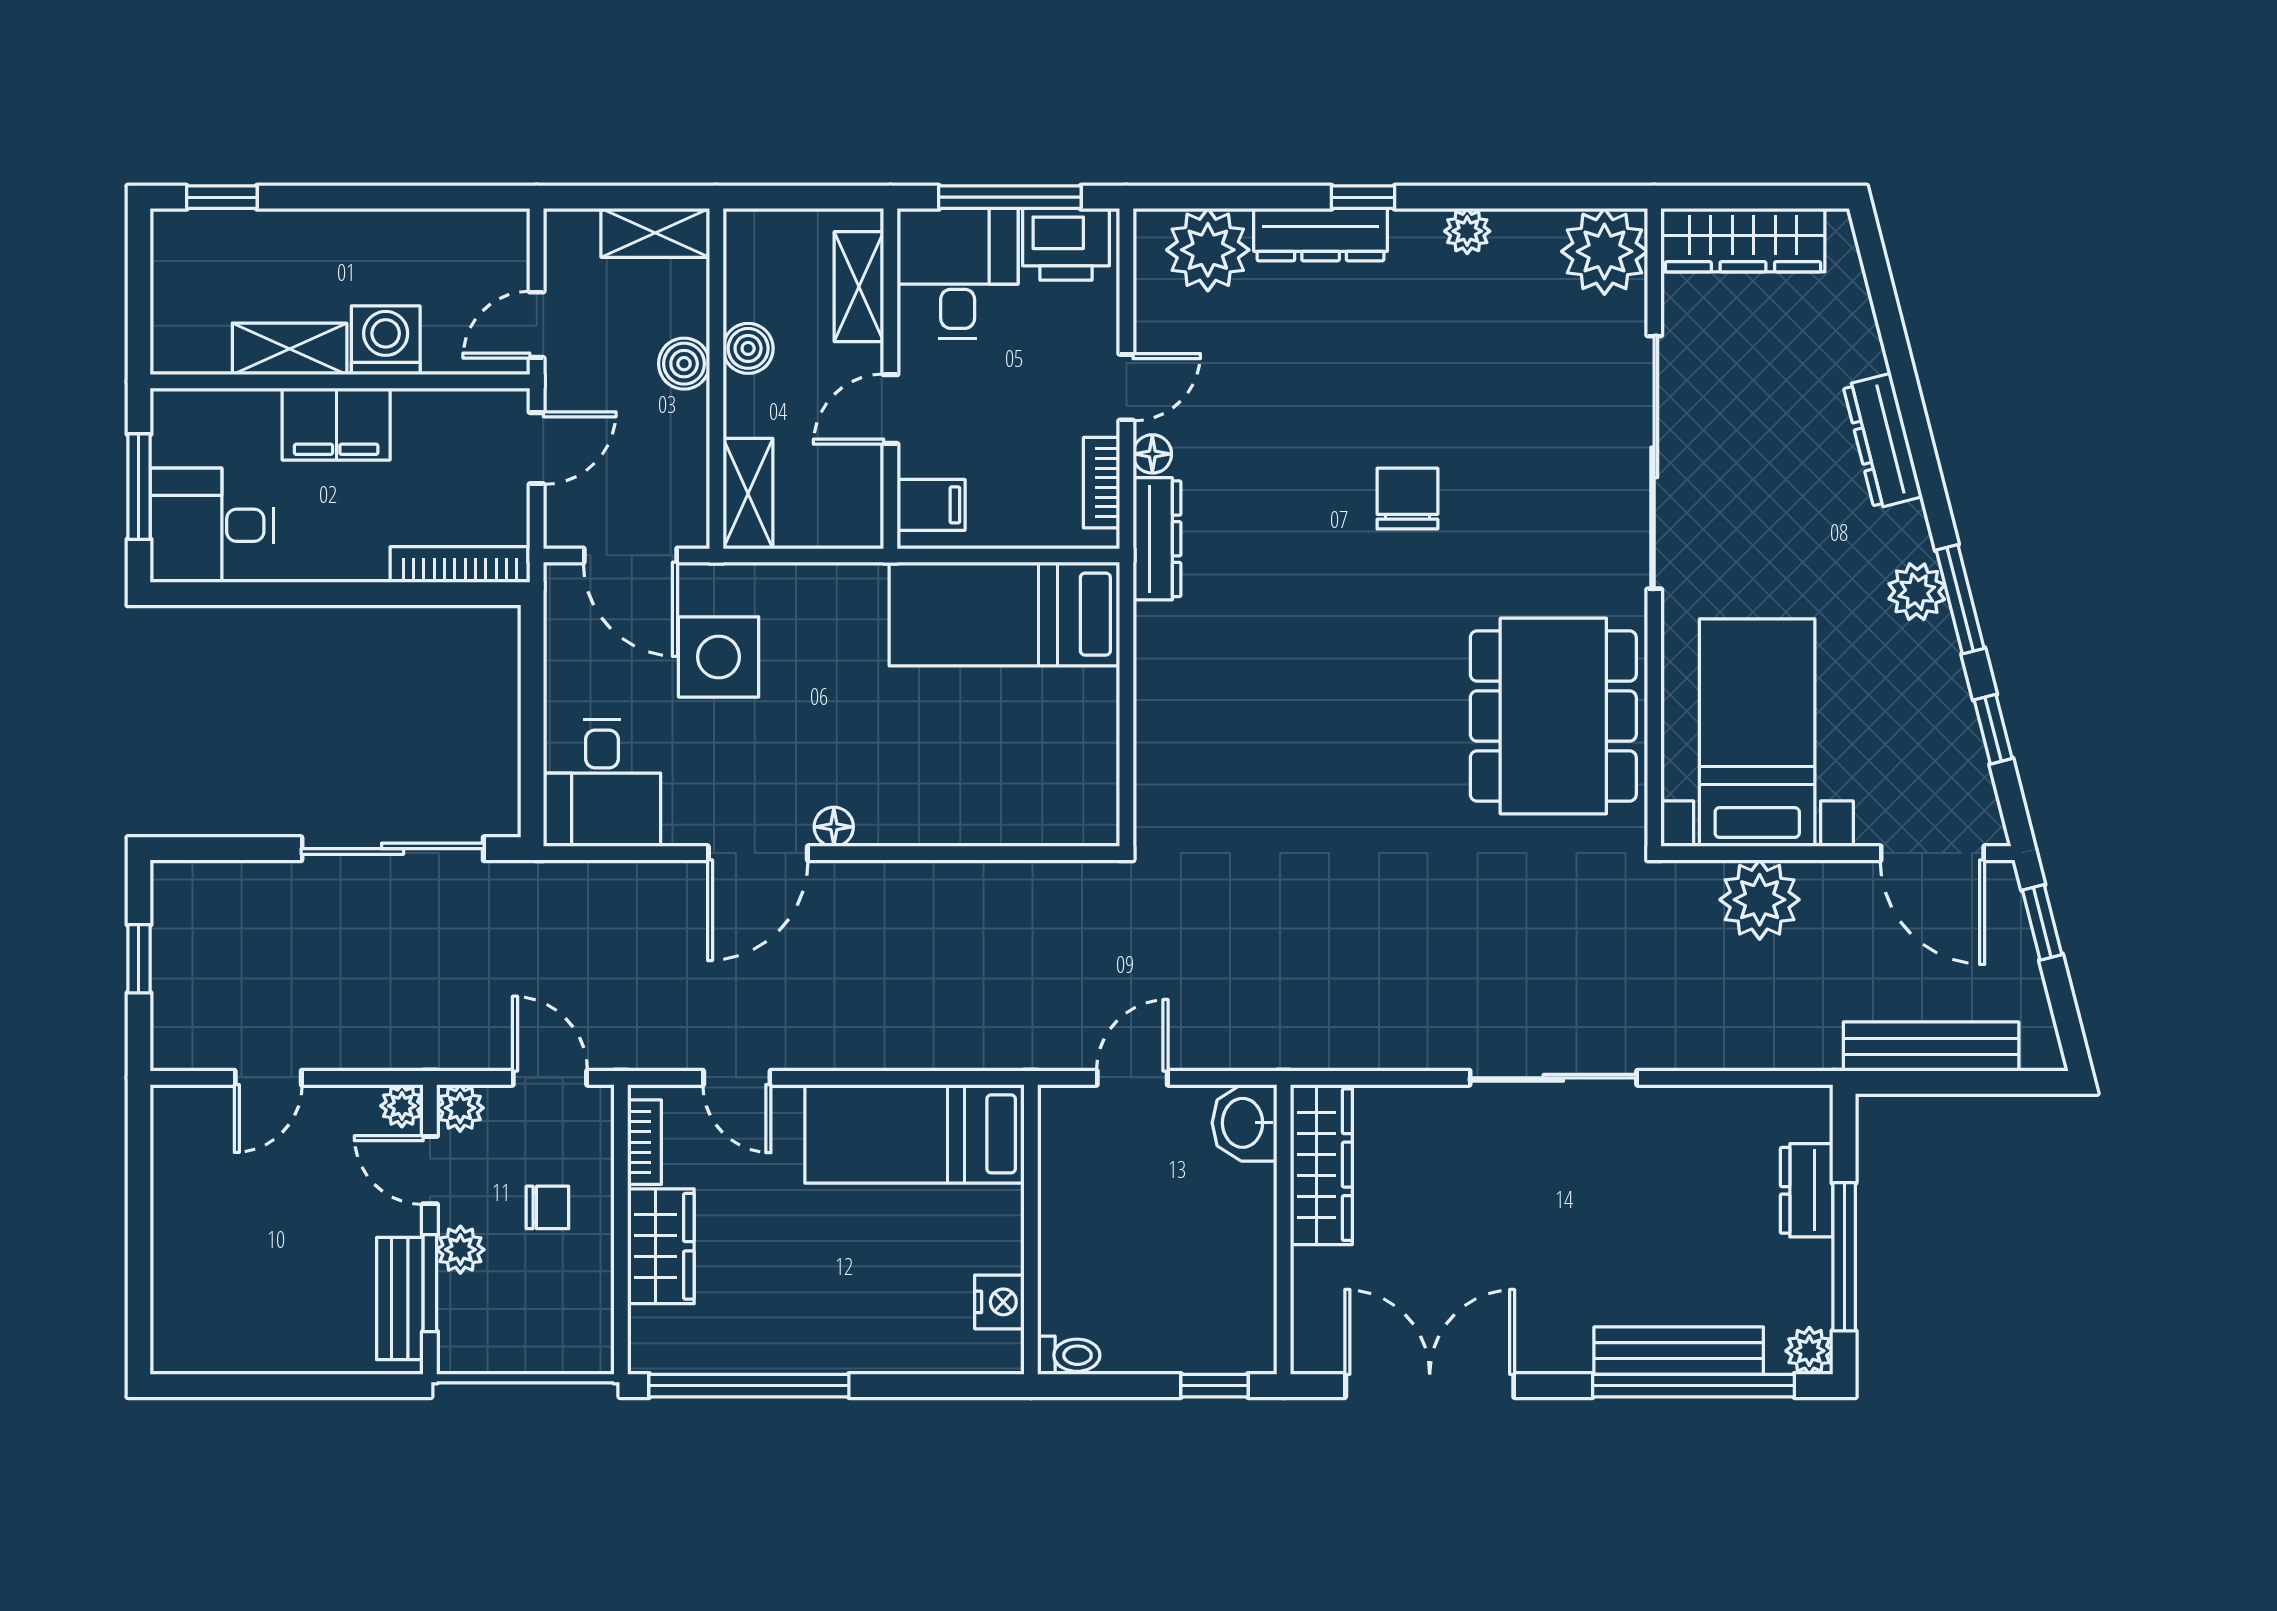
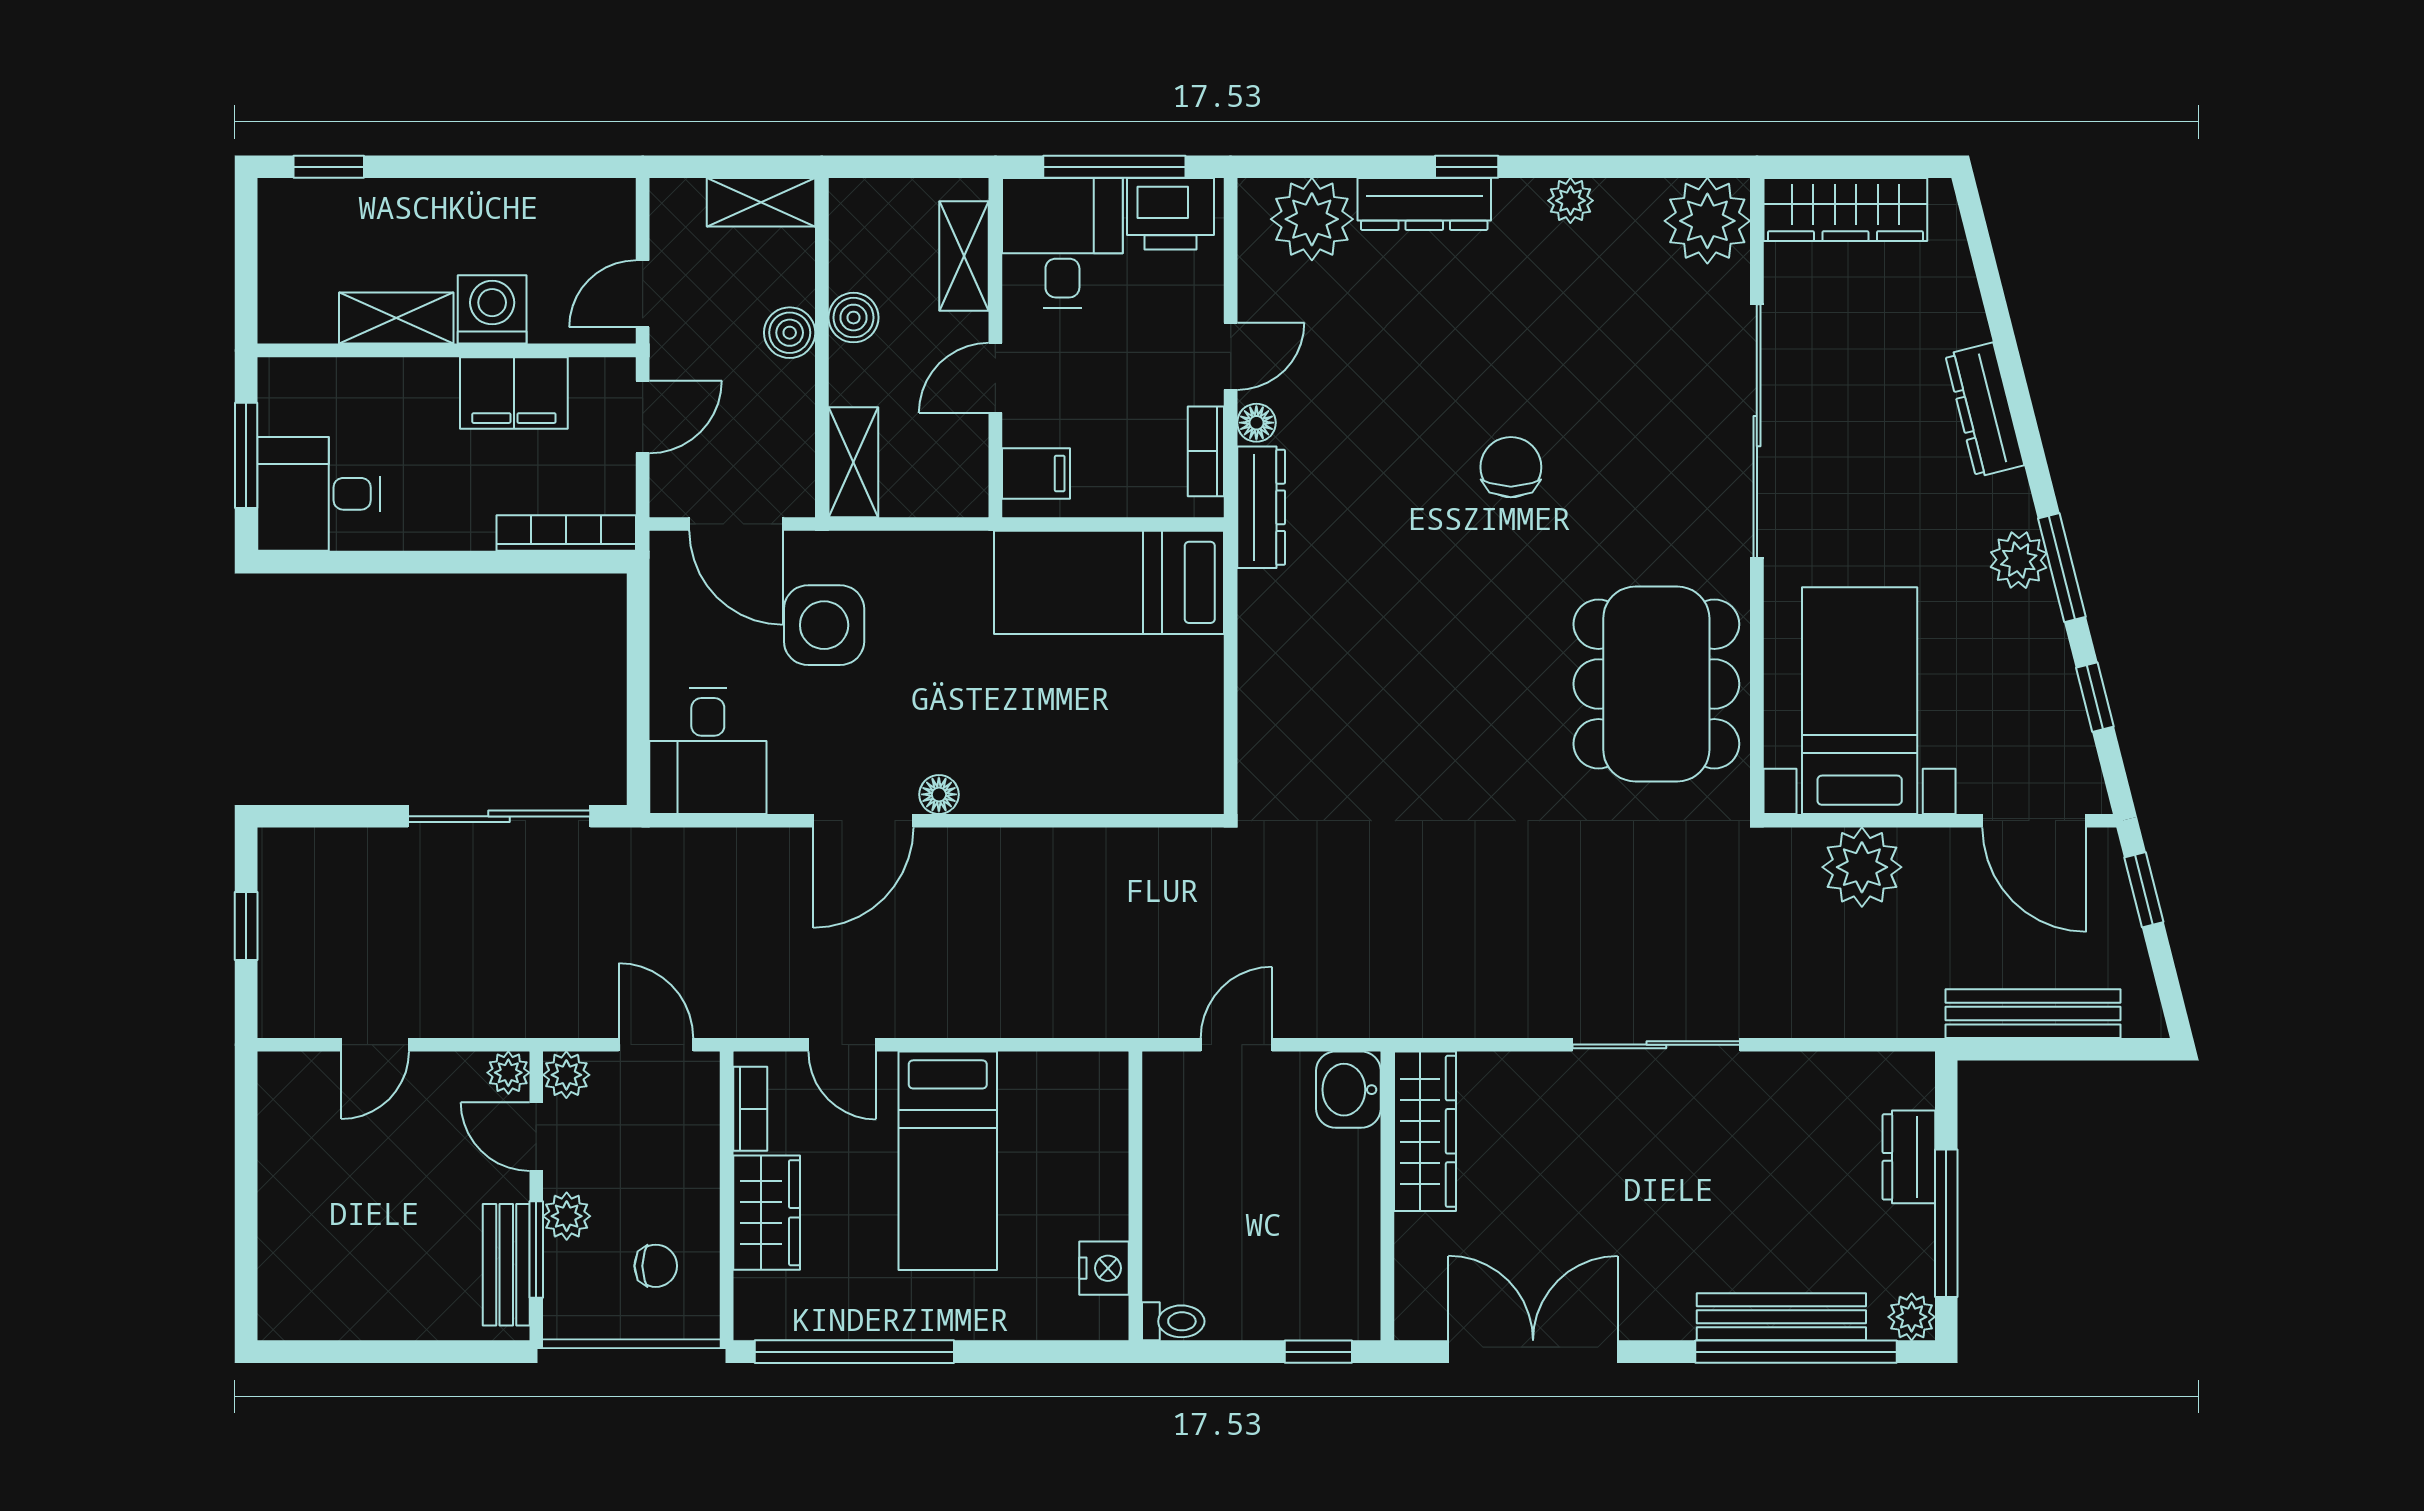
filing cabinet: (336, 424) -> (514, 393), moved
bed: (914, 1134) -> (948, 1161), moved, turned -90
chair: (547, 1207) -> (656, 1266), moved

